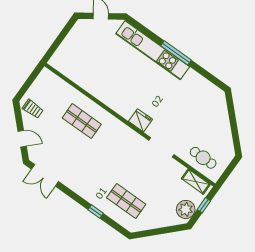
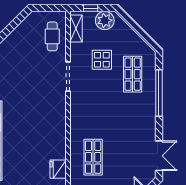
fridge: (140, 120) -> (58, 169), moved
display table: (156, 184) -> (102, 60), added
window: (96, 211) -> (159, 93), width x3.17

